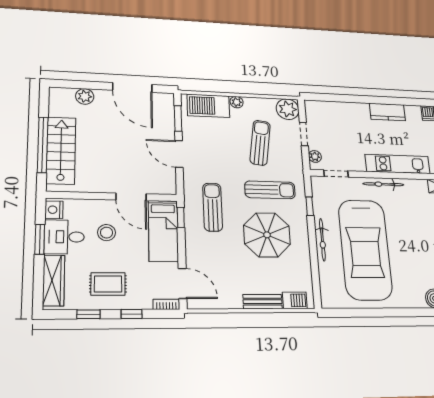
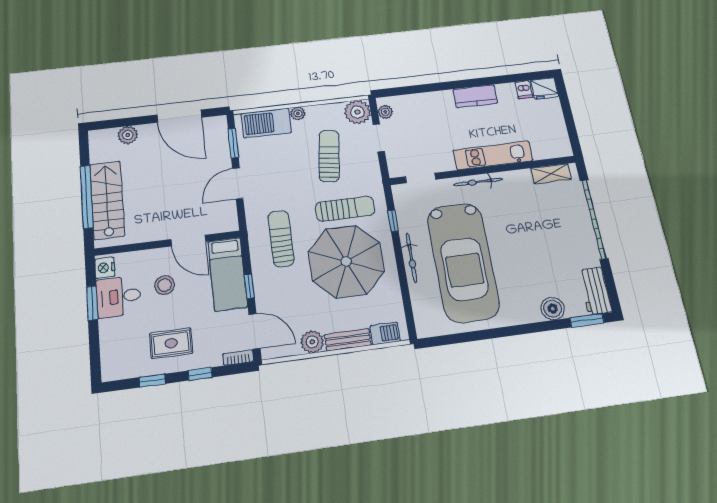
door: (179, 154) -> (238, 183), hinge flipped
plant: (315, 156) -> (385, 112), moved
window: (181, 217) -> (249, 286), moved
parasol: (267, 235) -> (346, 261), width x1.36, depth x1.36
wardrobe: (54, 280) -> (111, 347), removed
plant: (232, 299) -> (312, 342), added

